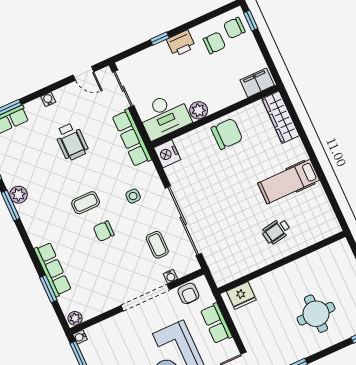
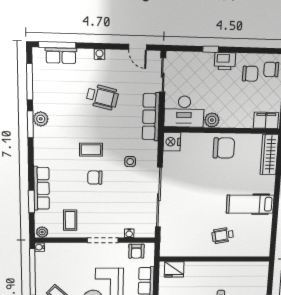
wheelchair: (71, 141) -> (102, 97), turned -77
coffee table: (157, 245) -> (70, 220), moved
doorway: (145, 298) -> (103, 240), width x0.73

